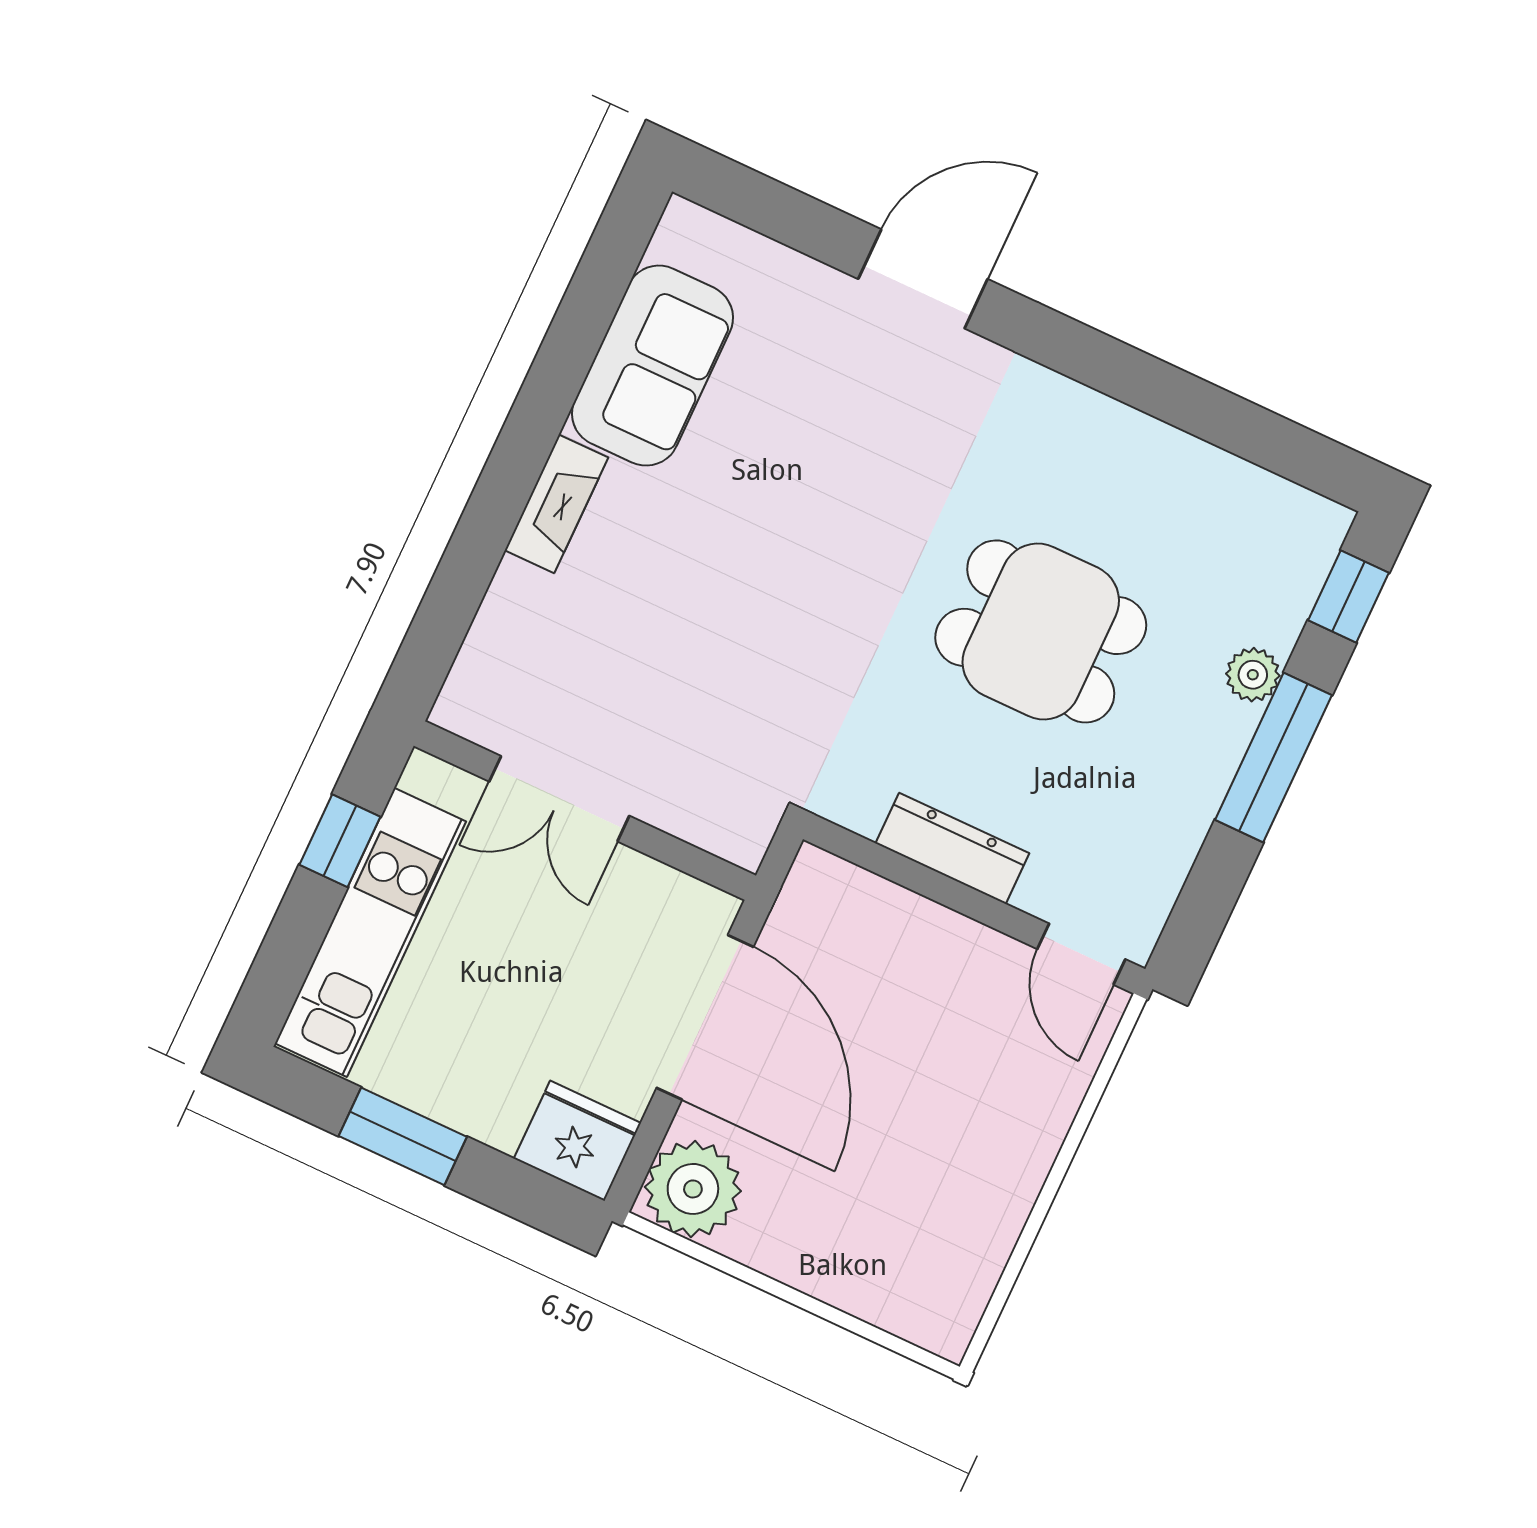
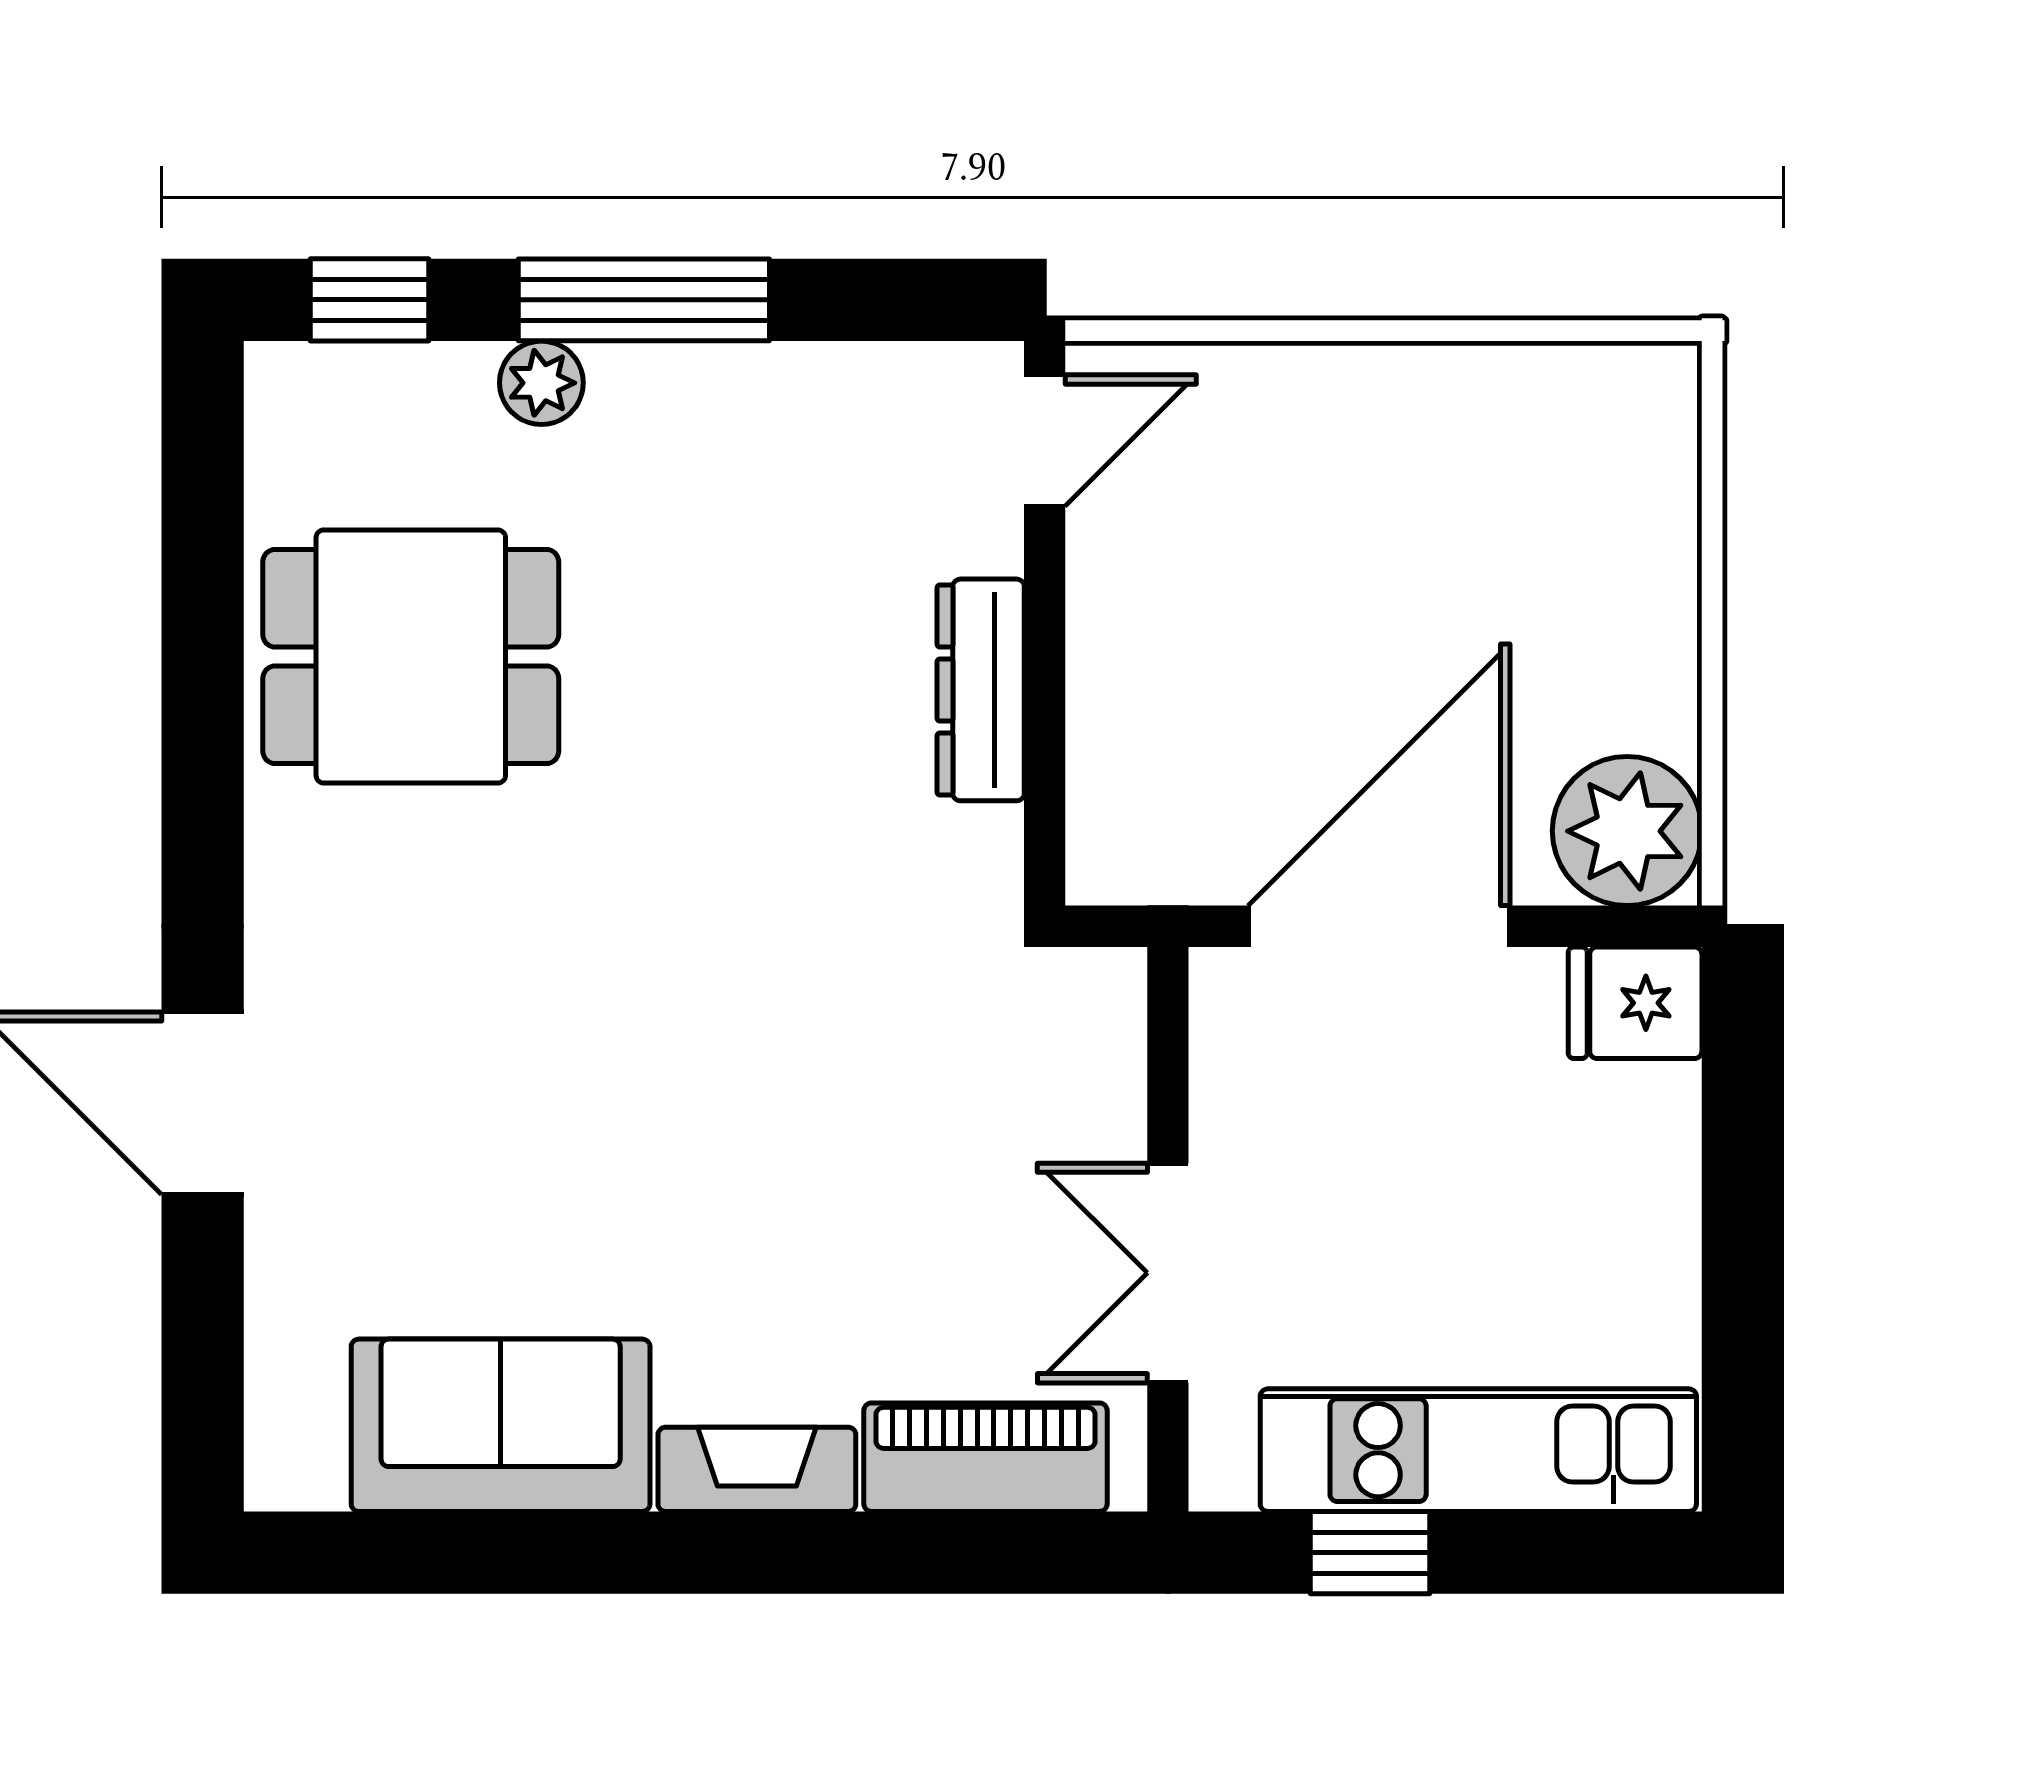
dining table: (1041, 631) -> (411, 656), moved, turned 90
piano: (501, 641) -> (986, 1457), added
double door: (559, 799) -> (1168, 1273), swing flipped
window: (403, 1136) -> (1743, 1272), removed
fridge: (577, 1141) -> (1635, 1003), width x0.72

